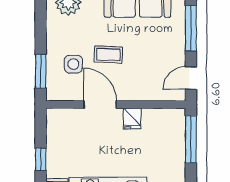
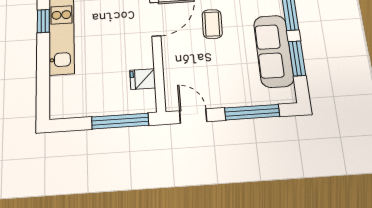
fridge: (132, 119) -> (143, 79), moved

